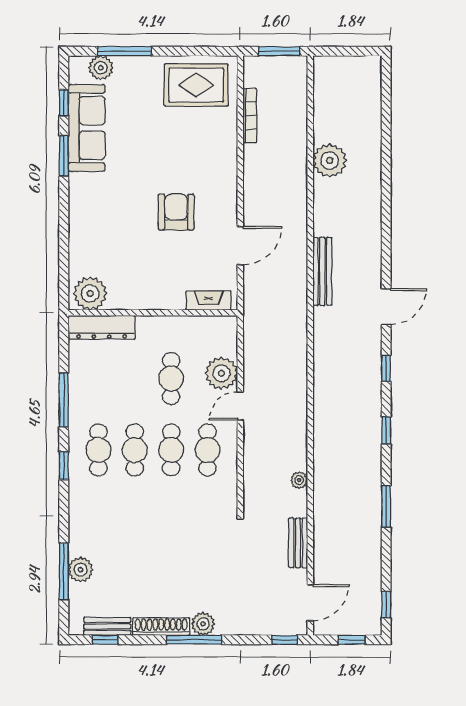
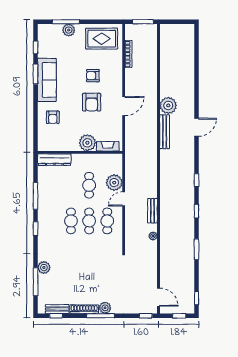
plant: (101, 68) -> (69, 30), moved
sofa: (87, 128) -> (47, 80), moved
armchair: (179, 159) -> (93, 76), added
plant: (330, 161) -> (168, 105), moved
armchair: (176, 212) -> (92, 102), turned 180
armchair: (98, 242) -> (53, 117), added
door: (240, 246) -> (124, 106), moved
plant: (90, 293) -> (87, 143), moved
door: (386, 307) -> (196, 127), moved
cafe table: (98, 450) -> (53, 221), removed
bench: (298, 543) -> (152, 211), moved
plant: (81, 570) -> (44, 268), moved
door: (310, 603) -> (159, 297), hinge flipped

